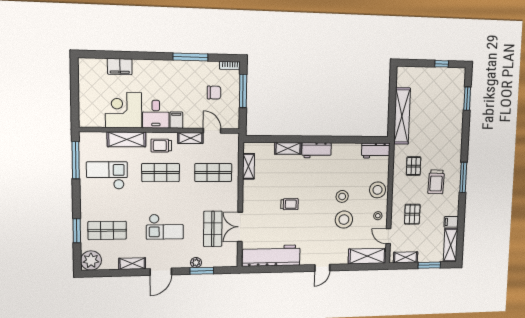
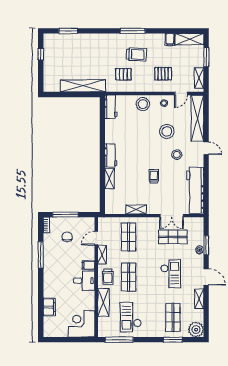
corner desk: (123, 110) -> (81, 324), moved, turned 90
shelving: (248, 166) -> (136, 210), moved
stool: (342, 196) -> (177, 155), moved
shelving: (367, 256) -> (197, 118), width x1.47

